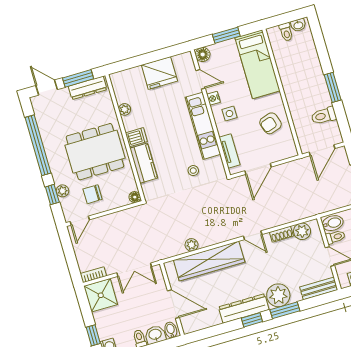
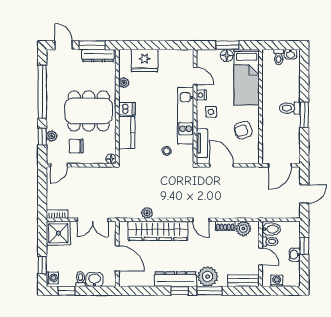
floor lamp: (203, 54) -> (227, 56), moved
fridge: (159, 73) -> (144, 61), moved
toilet: (324, 116) -> (290, 108), moved
door: (258, 169) -> (221, 165), swing flipped
bidet: (171, 330) -> (109, 280), removed

